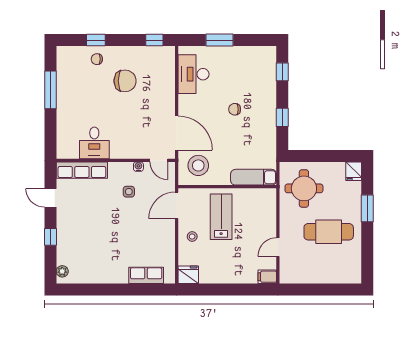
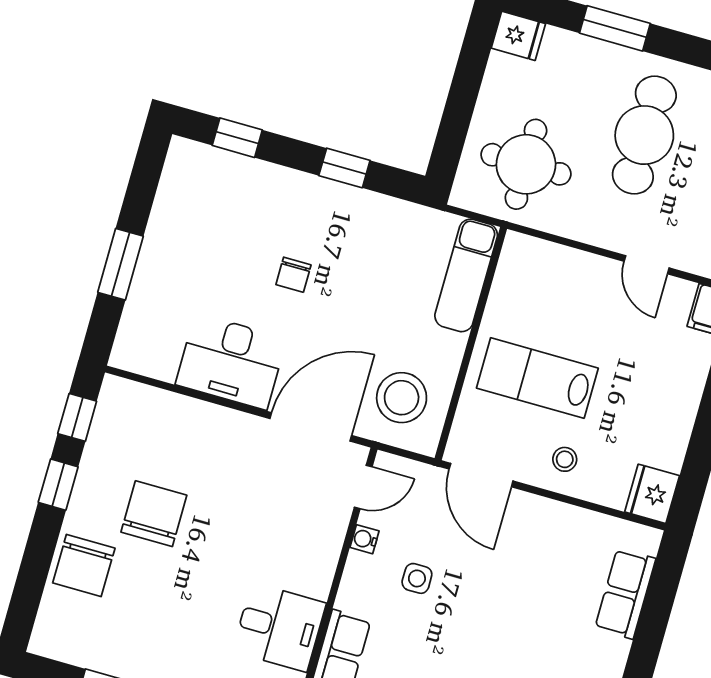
window: (96, 40) -> (58, 485), moved
chair: (97, 59) -> (84, 566), width x1.87, depth x1.87
desk: (193, 74) -> (231, 362), moved

